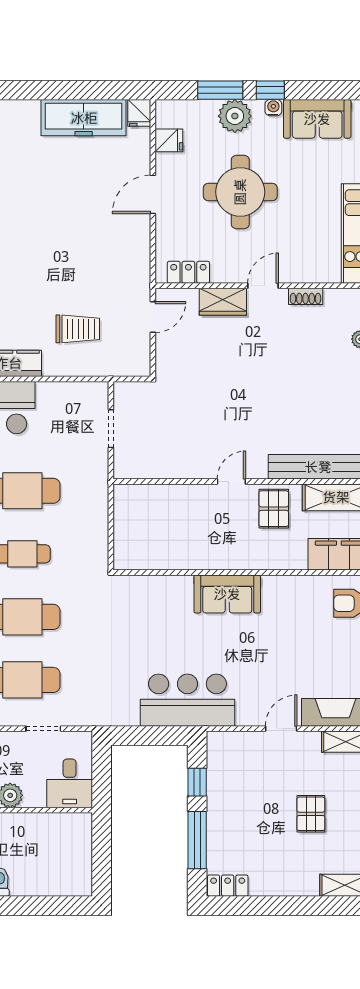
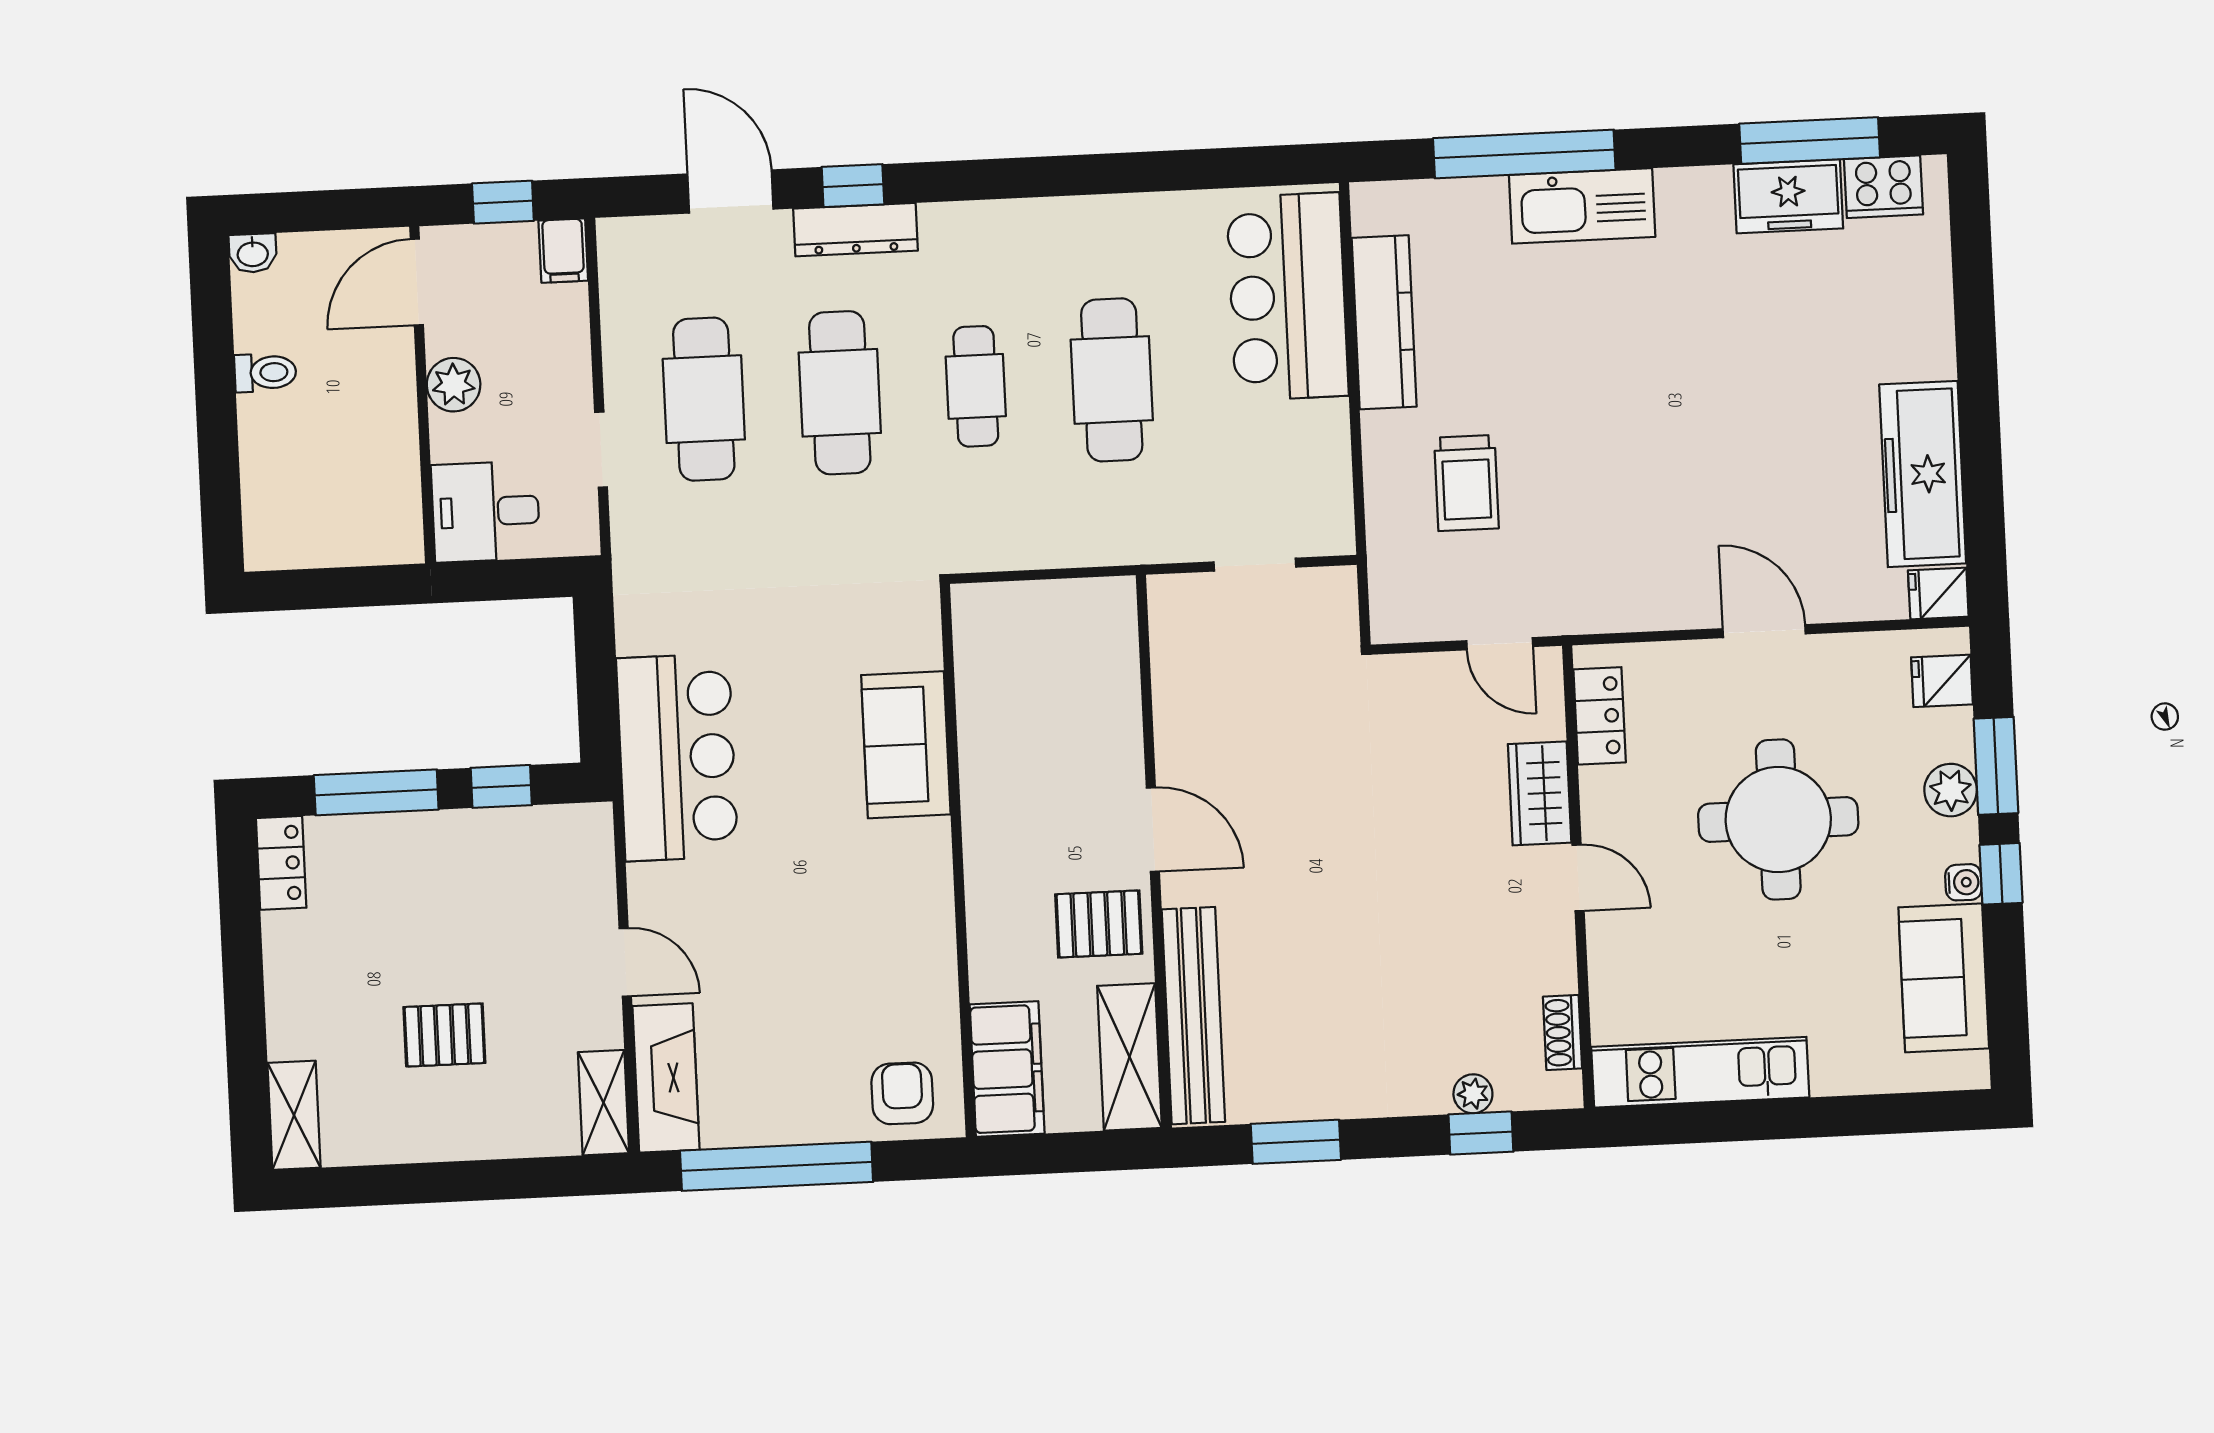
plant: (235, 116) -> (1951, 790), width x0.73, depth x0.73
fridge: (169, 140) -> (1942, 681), moved, turned 90
shoe rack: (306, 296) -> (1563, 1032), moved
door: (231, 482) -> (1153, 830), width x1.38
sofa: (227, 594) -> (906, 745), moved

